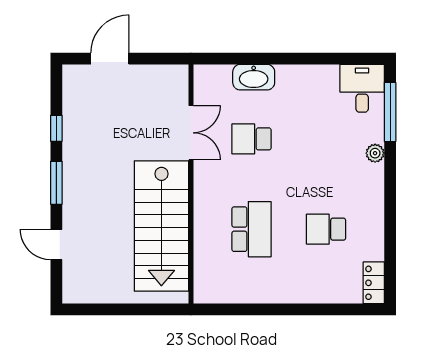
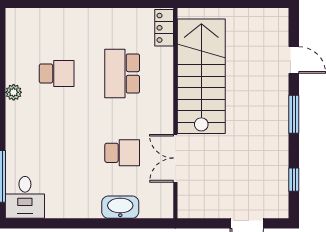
window: (56, 128) -> (294, 180), moved
plant: (375, 153) -> (14, 92), moved
locker: (374, 283) -> (164, 28), moved, turned 180

